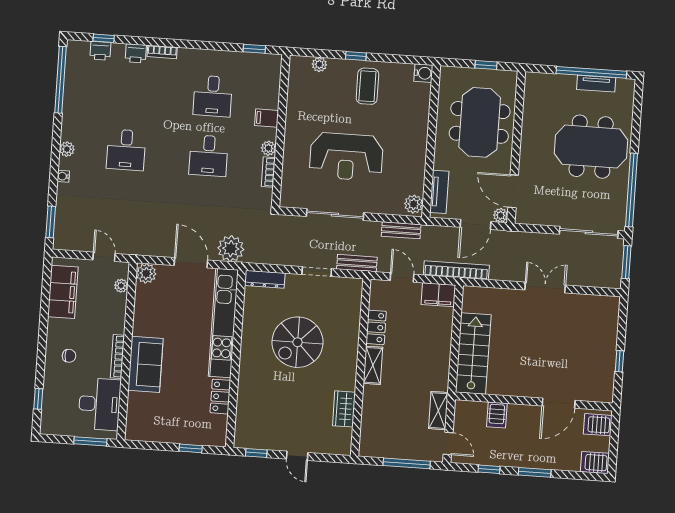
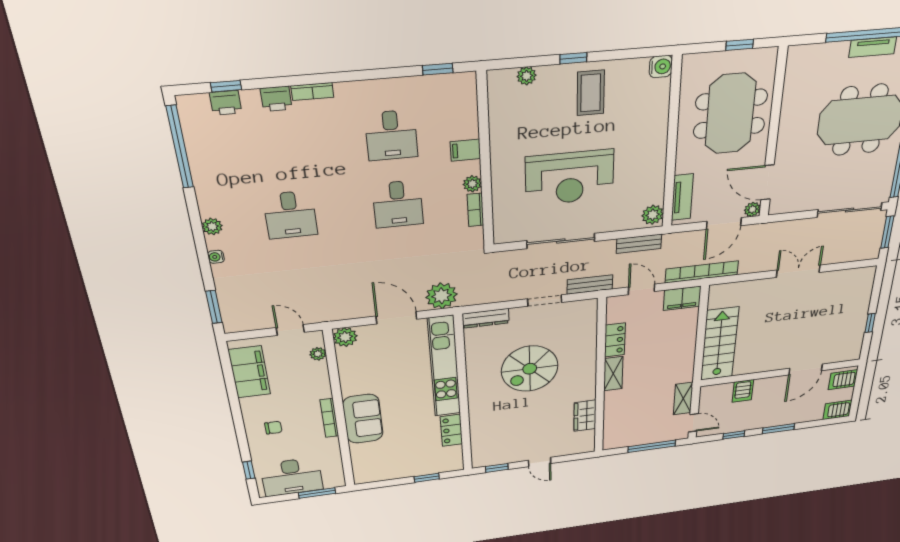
desk: (100, 404) -> (292, 477), moved, turned 90

